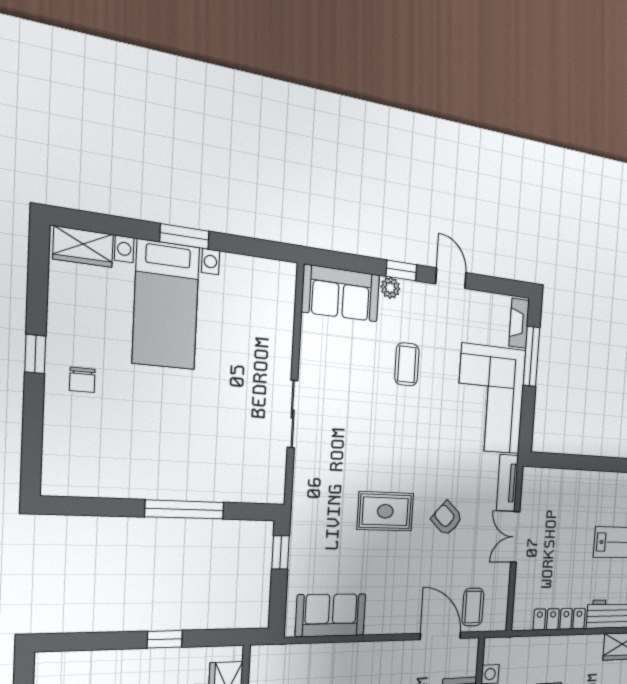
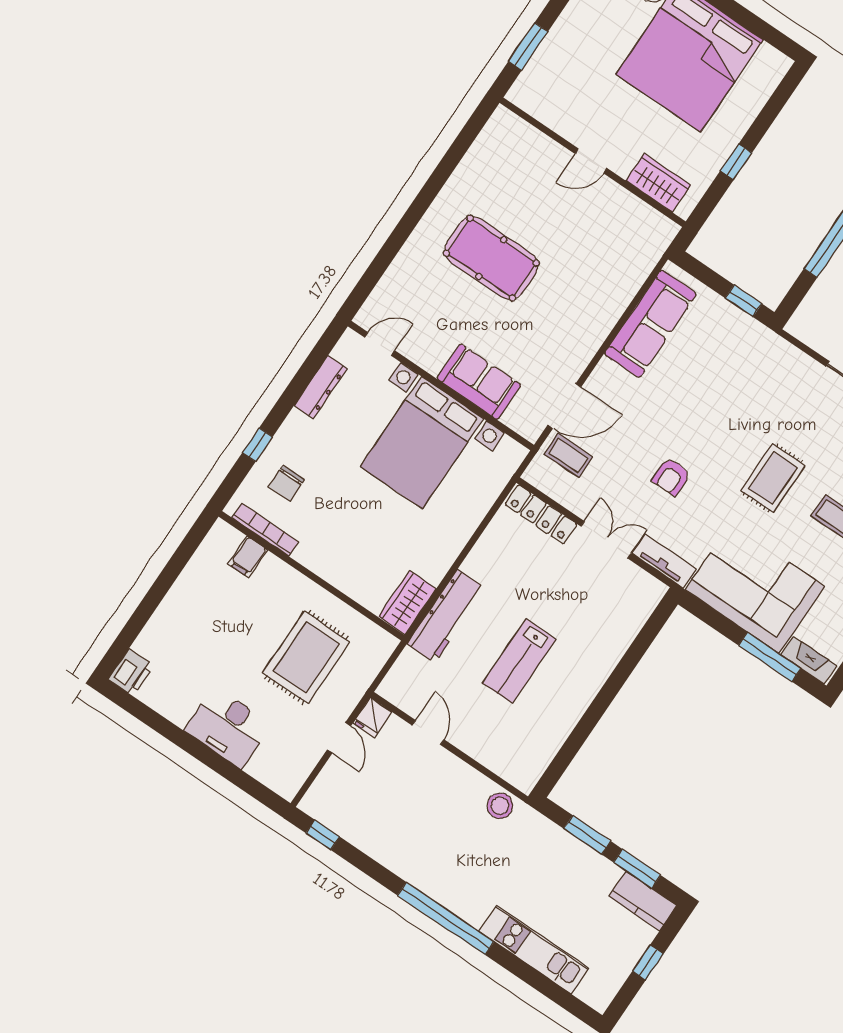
rug: (385, 511) -> (773, 478), moved
armchair: (447, 518) -> (671, 477), turned 138
sofa: (331, 615) -> (650, 324), width x1.36
locker: (559, 619) -> (541, 514), moved, turned 90

